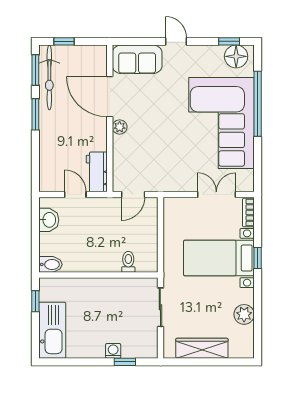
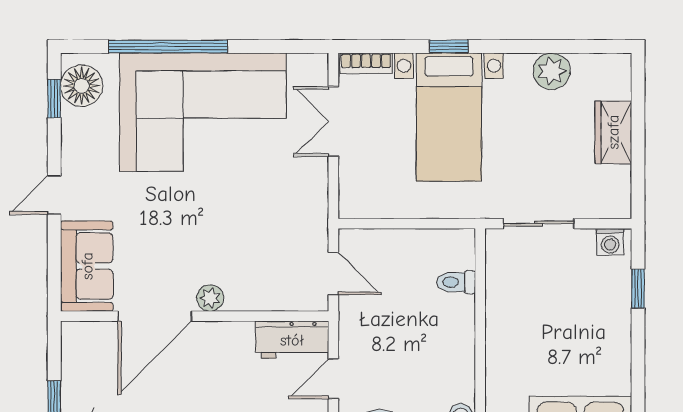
wardrobe: (202, 348) -> (613, 132), width x0.67
washing machine: (113, 351) -> (610, 242), moved, turned -90

